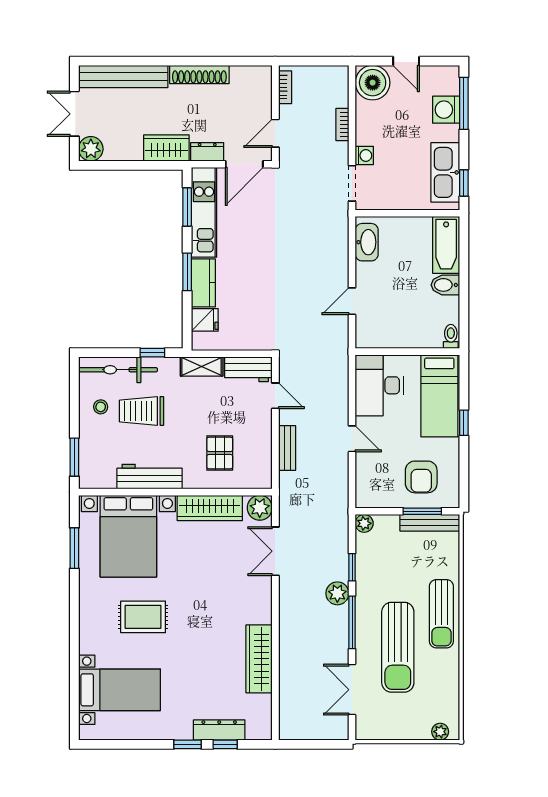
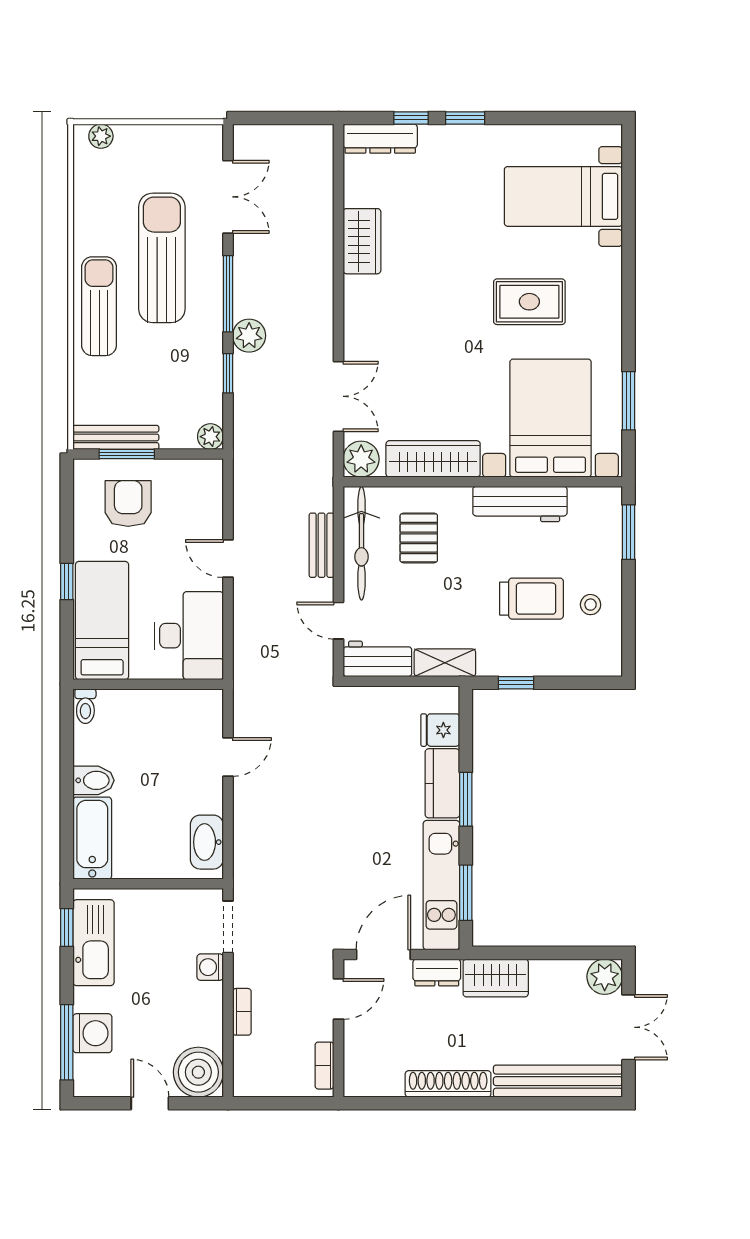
bicycle: (118, 370) -> (361, 543), moved, turned 90
wardrobe: (259, 659) -> (362, 241), width x0.67
dresser: (219, 730) -> (380, 139), moved

